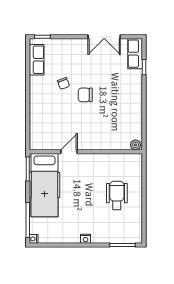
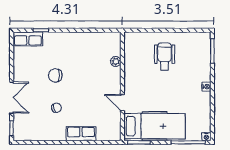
double door: (104, 37) -> (12, 98), moved
row of seats: (37, 60) -> (81, 134), moved
chair: (85, 95) -> (55, 75), moved, turned 90
plant: (136, 145) -> (116, 61), moved
wheelchair: (117, 195) -> (165, 56), turned 90

